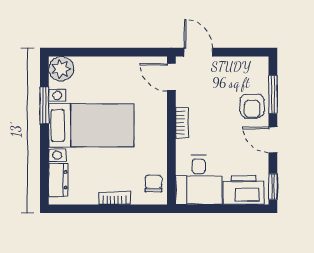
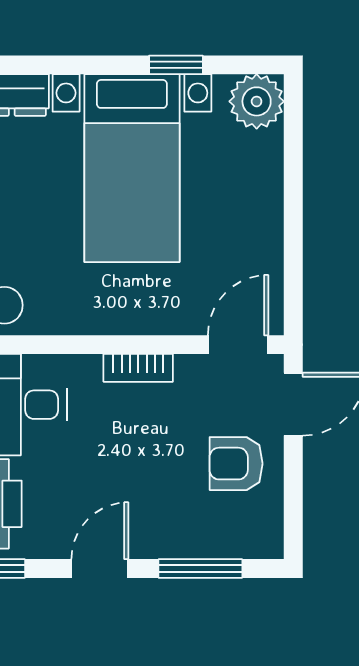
window: (44, 105) -> (176, 65), width x0.67
armchair: (252, 106) -> (236, 464), moved

